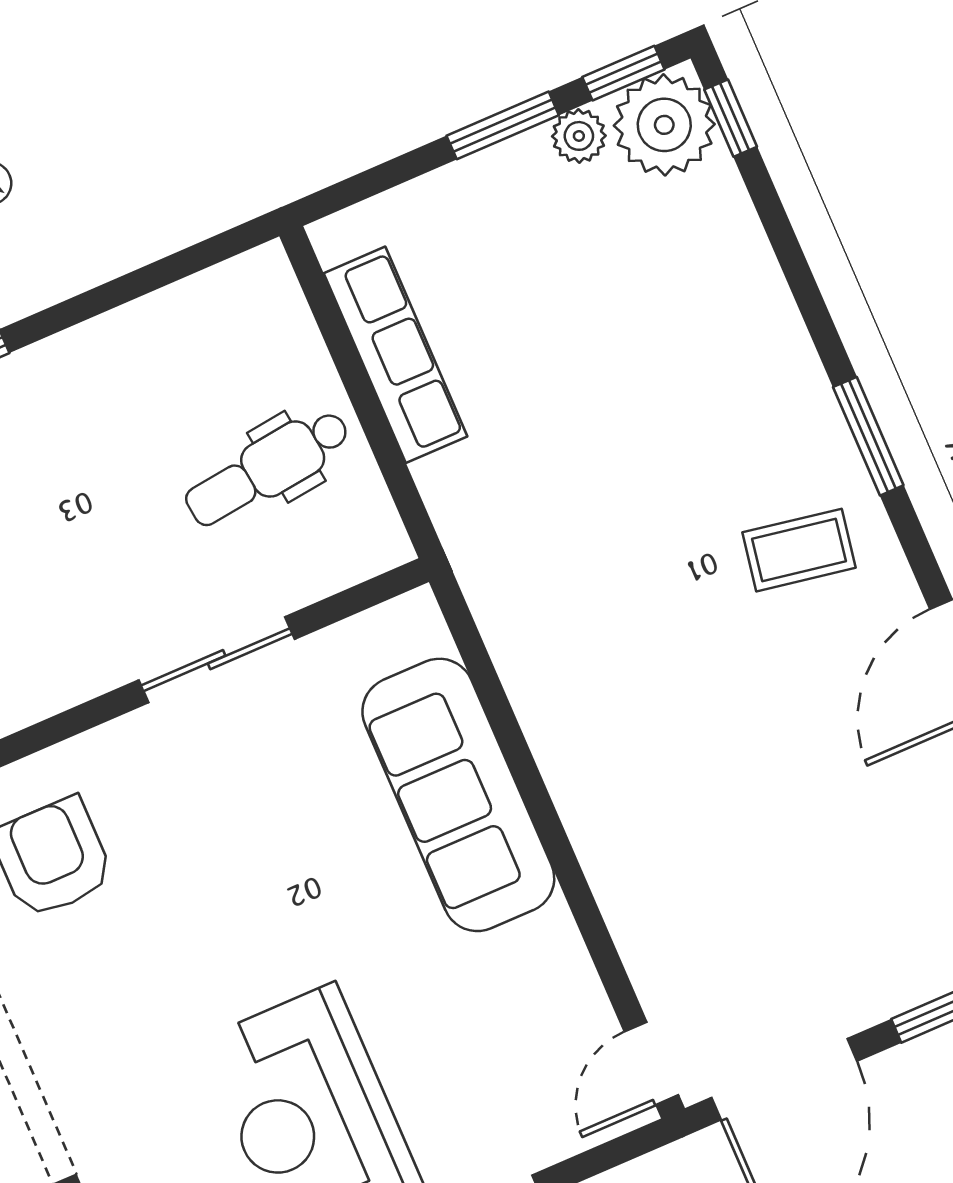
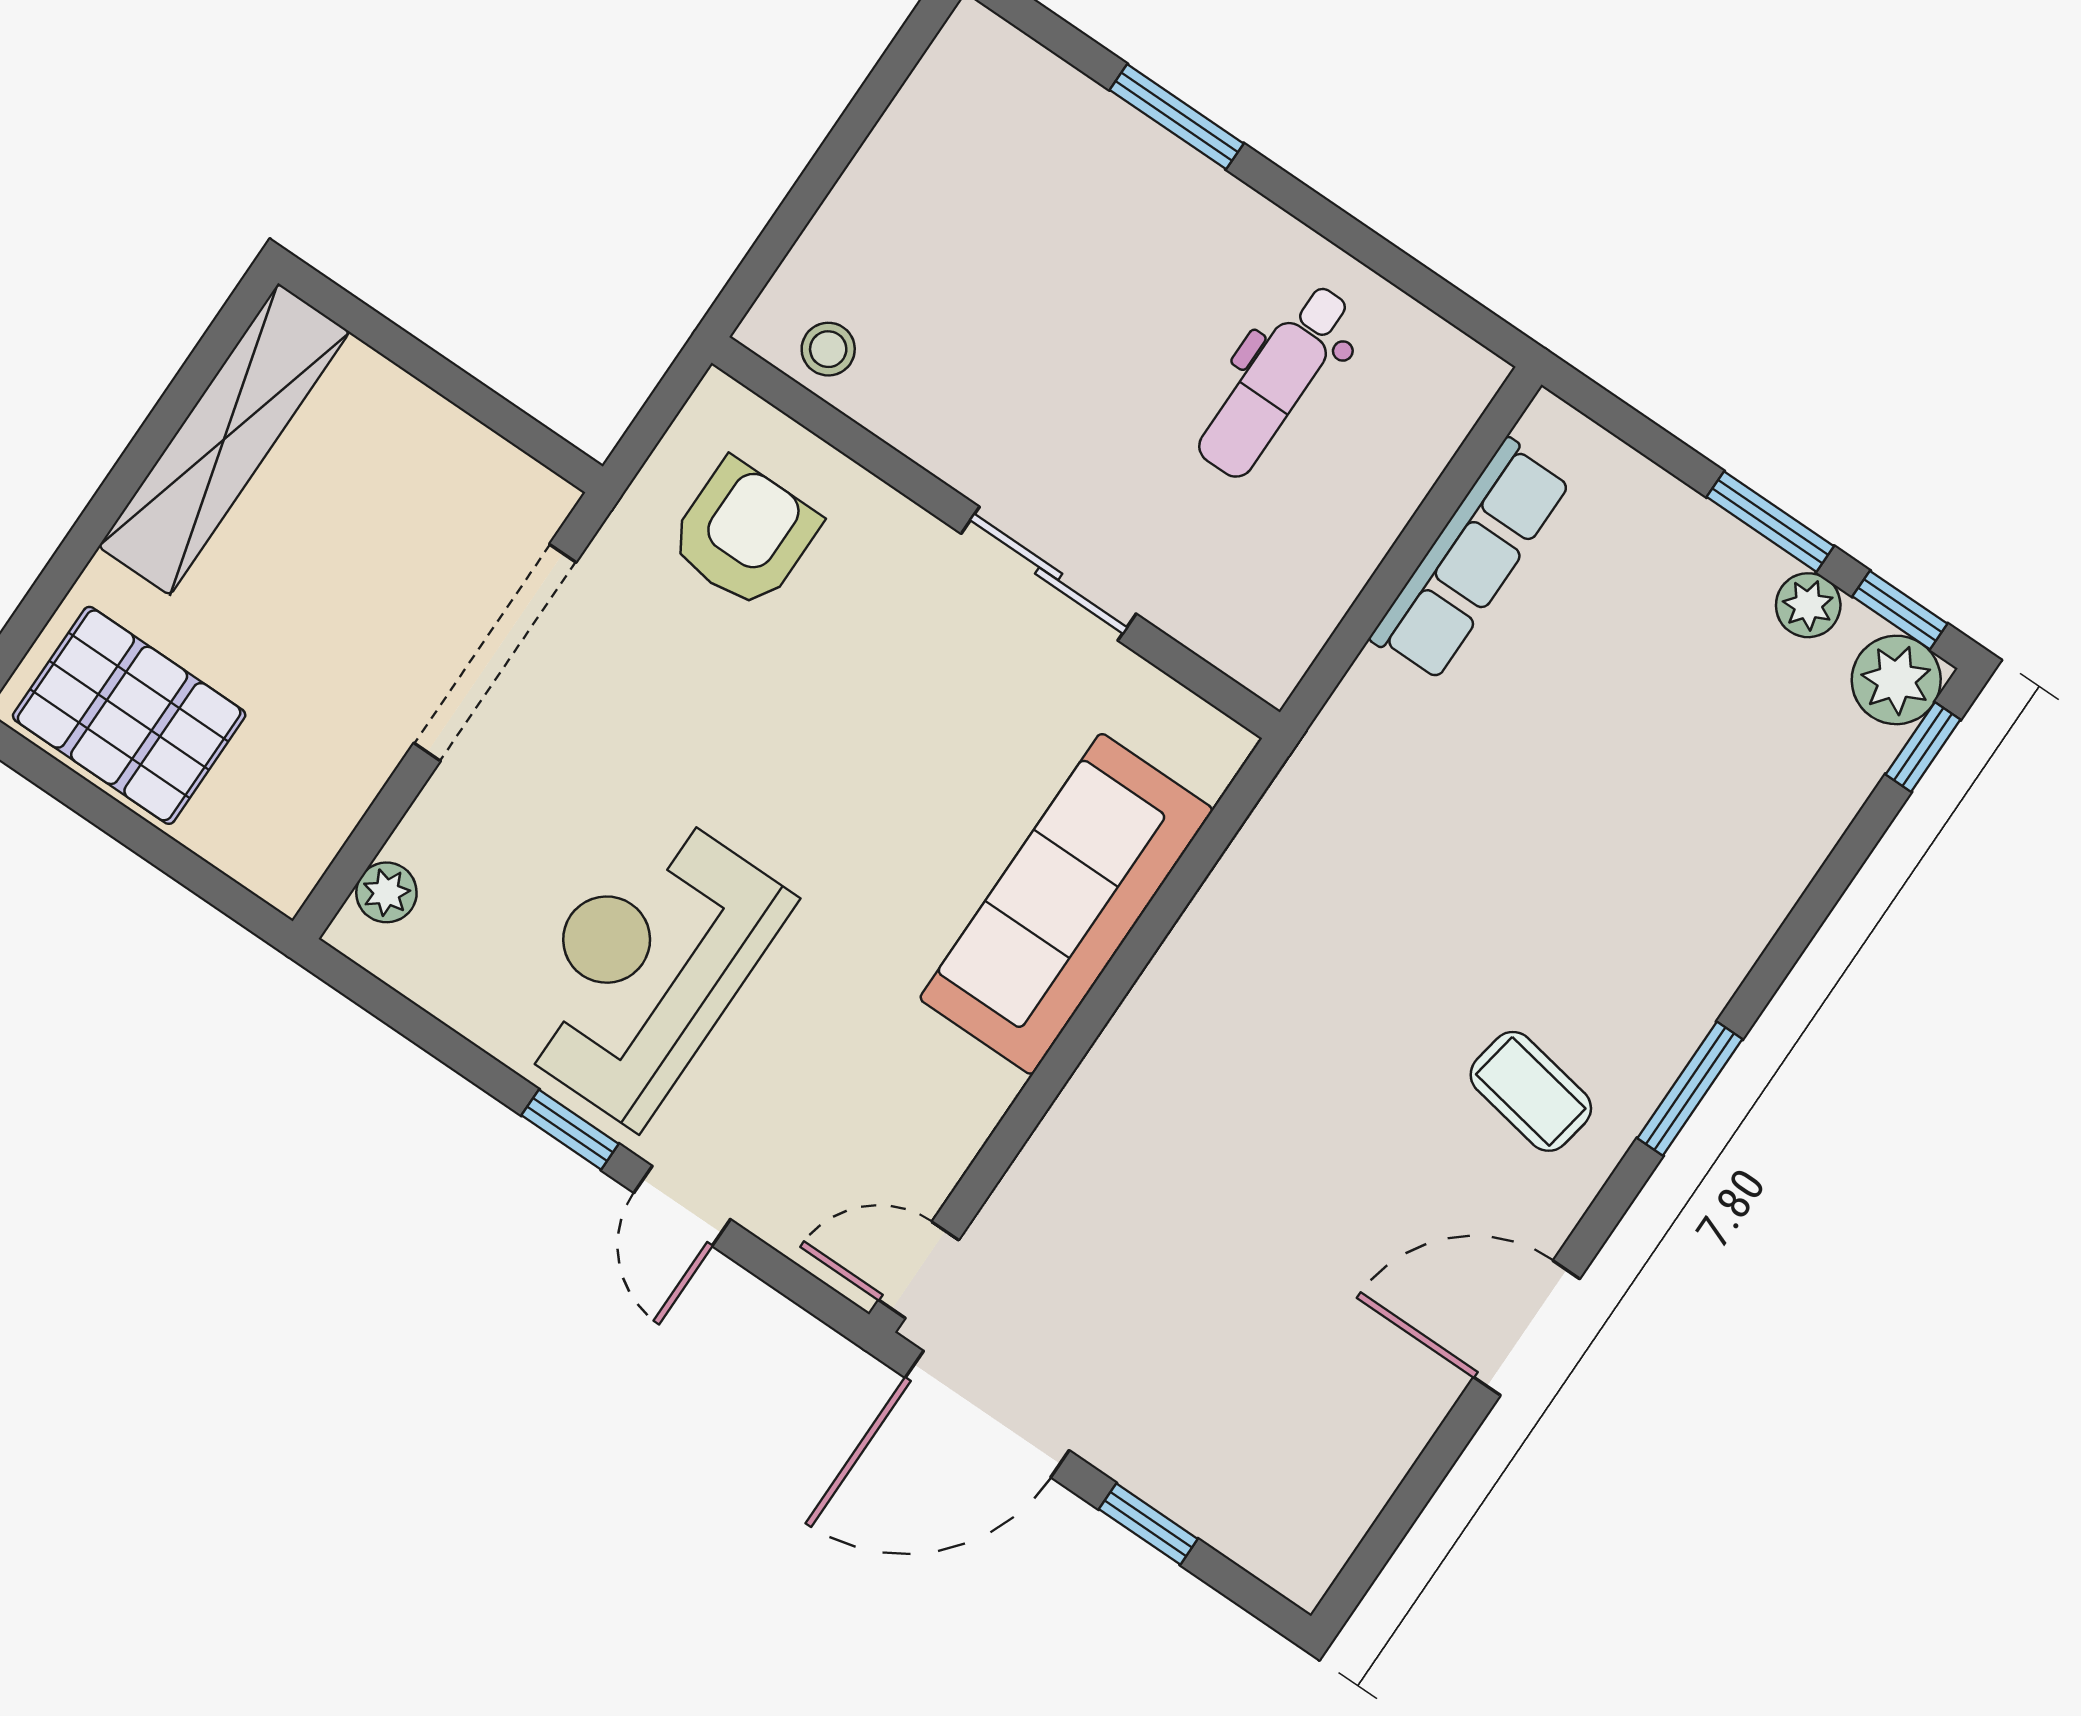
plant: (664, 125) -> (1896, 680), width x0.73, depth x0.73
dental chair: (268, 468) -> (1275, 381), moved, turned -83

